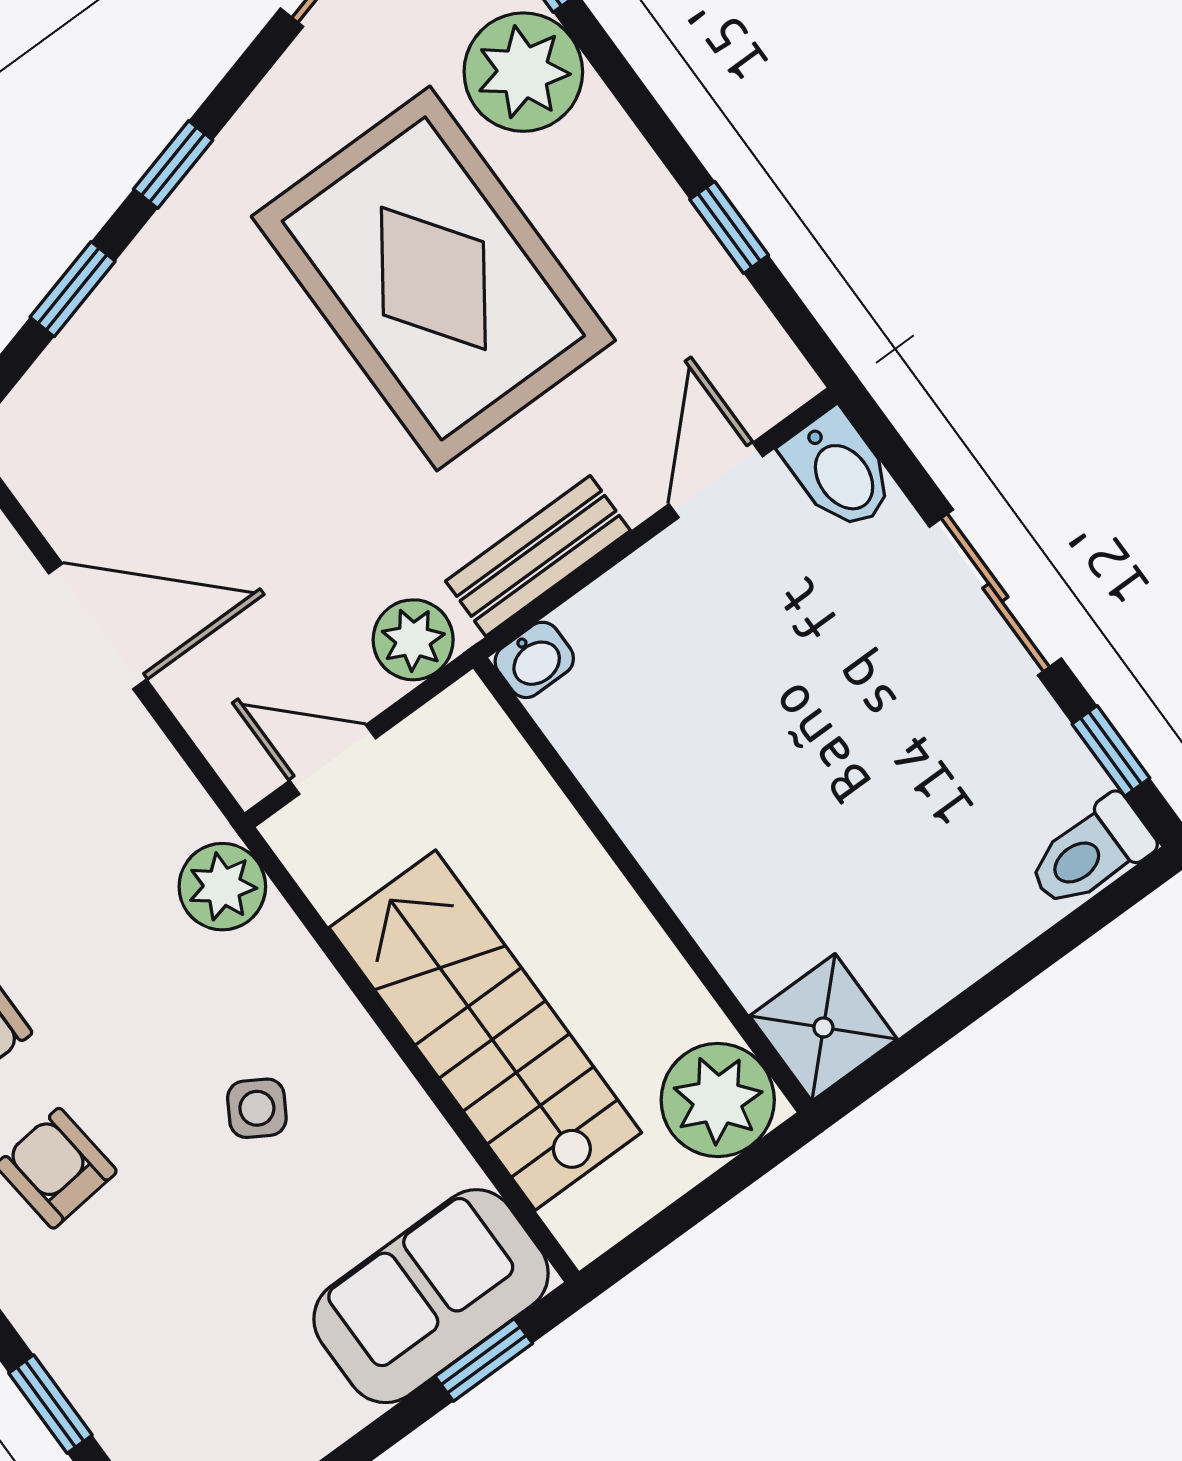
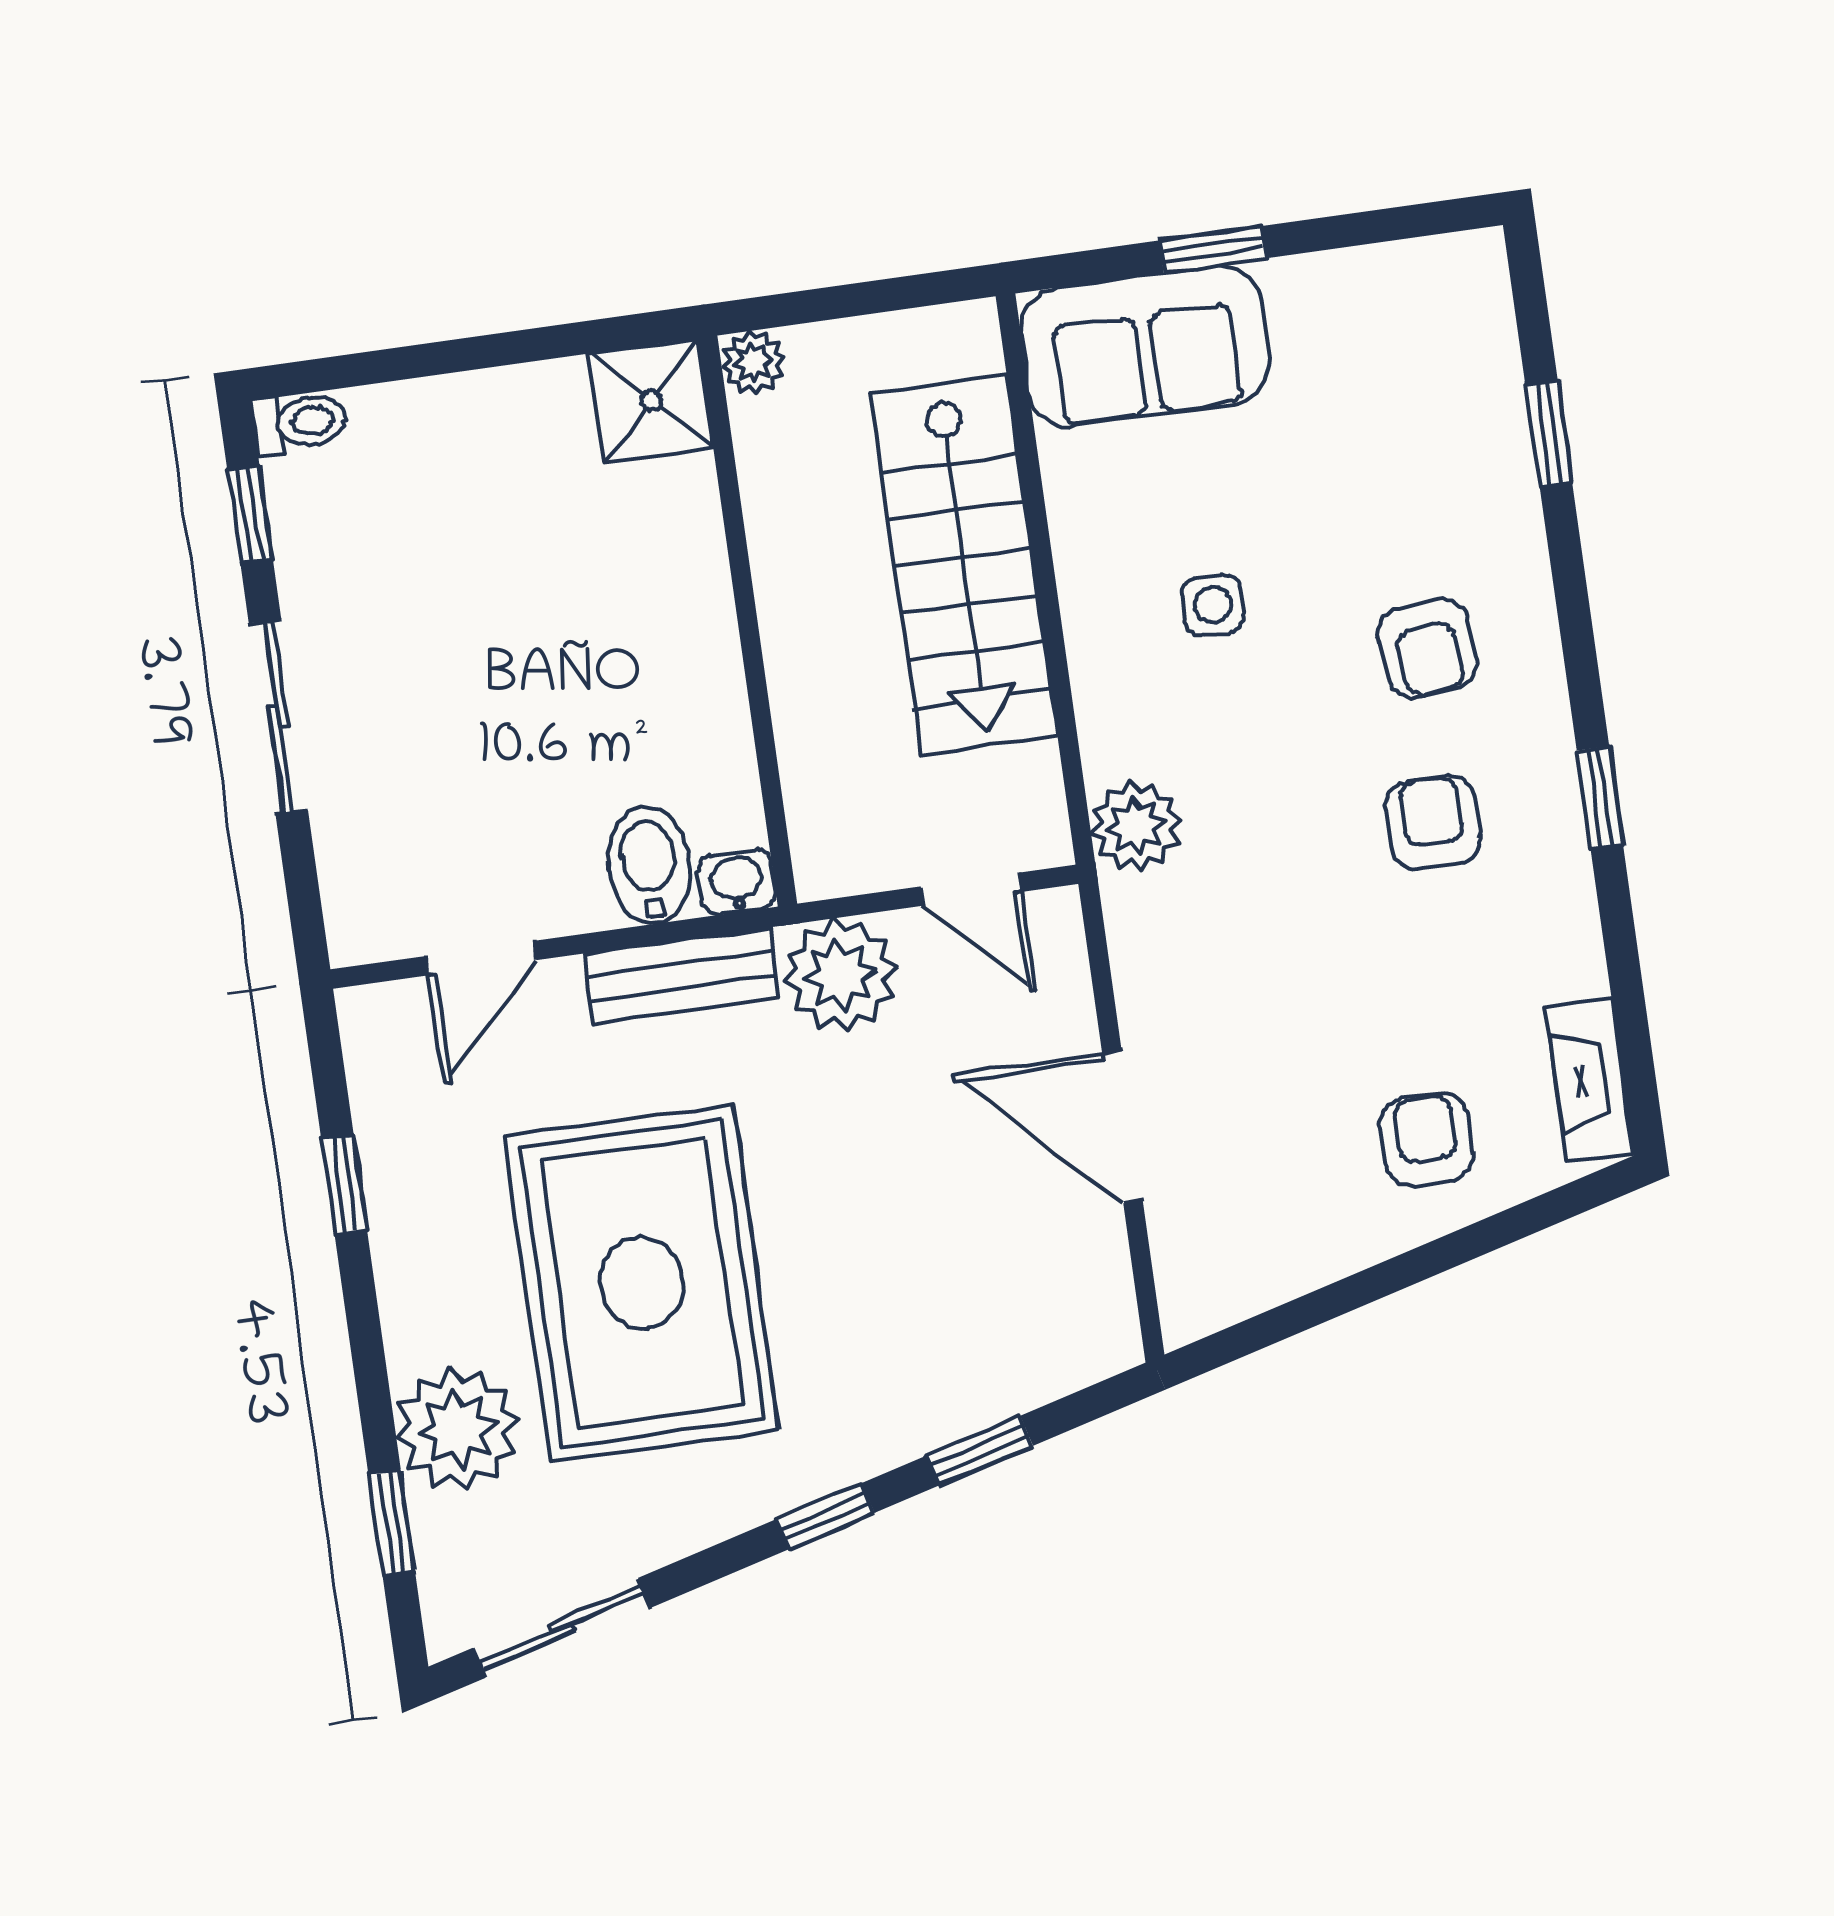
bidet: (839, 471) -> (649, 865), moved
plant: (413, 640) -> (840, 975), width x1.36, depth x1.36
toilet: (1091, 853) -> (300, 423), width x0.73, depth x0.72
plant: (718, 1100) -> (753, 362), width x0.53, depth x0.53
side table: (257, 1108) -> (1213, 605), turned -31
window: (484, 1360) -> (1213, 249), moved

